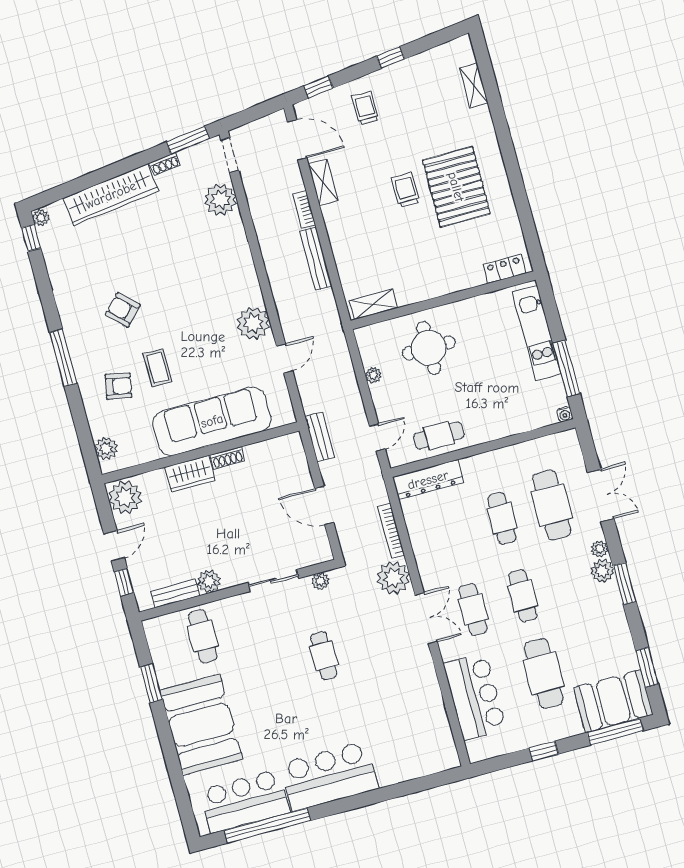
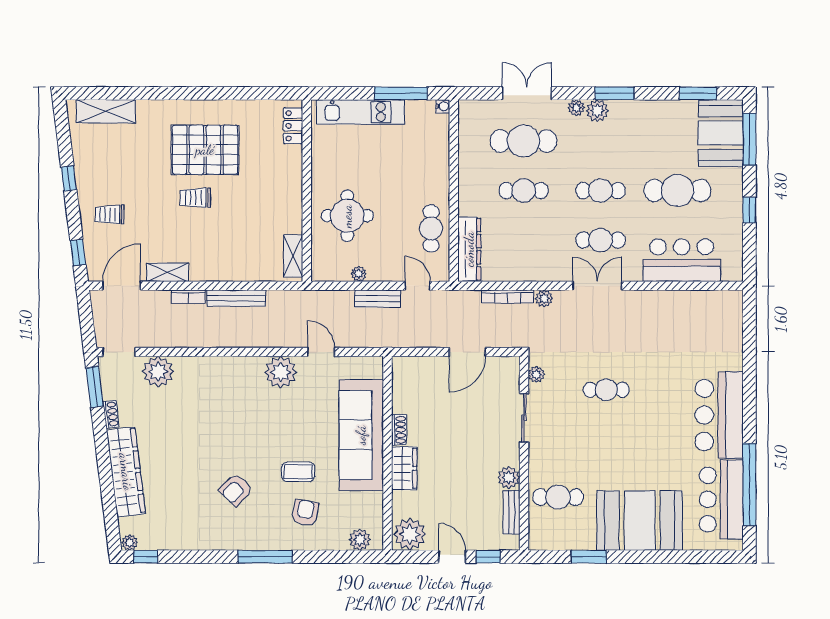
shelving: (474, 86) -> (106, 111), width x1.50, depth x1.33
bench: (320, 437) -> (377, 299), moved
plant: (393, 578) -> (544, 298), width x0.53, depth x0.53

